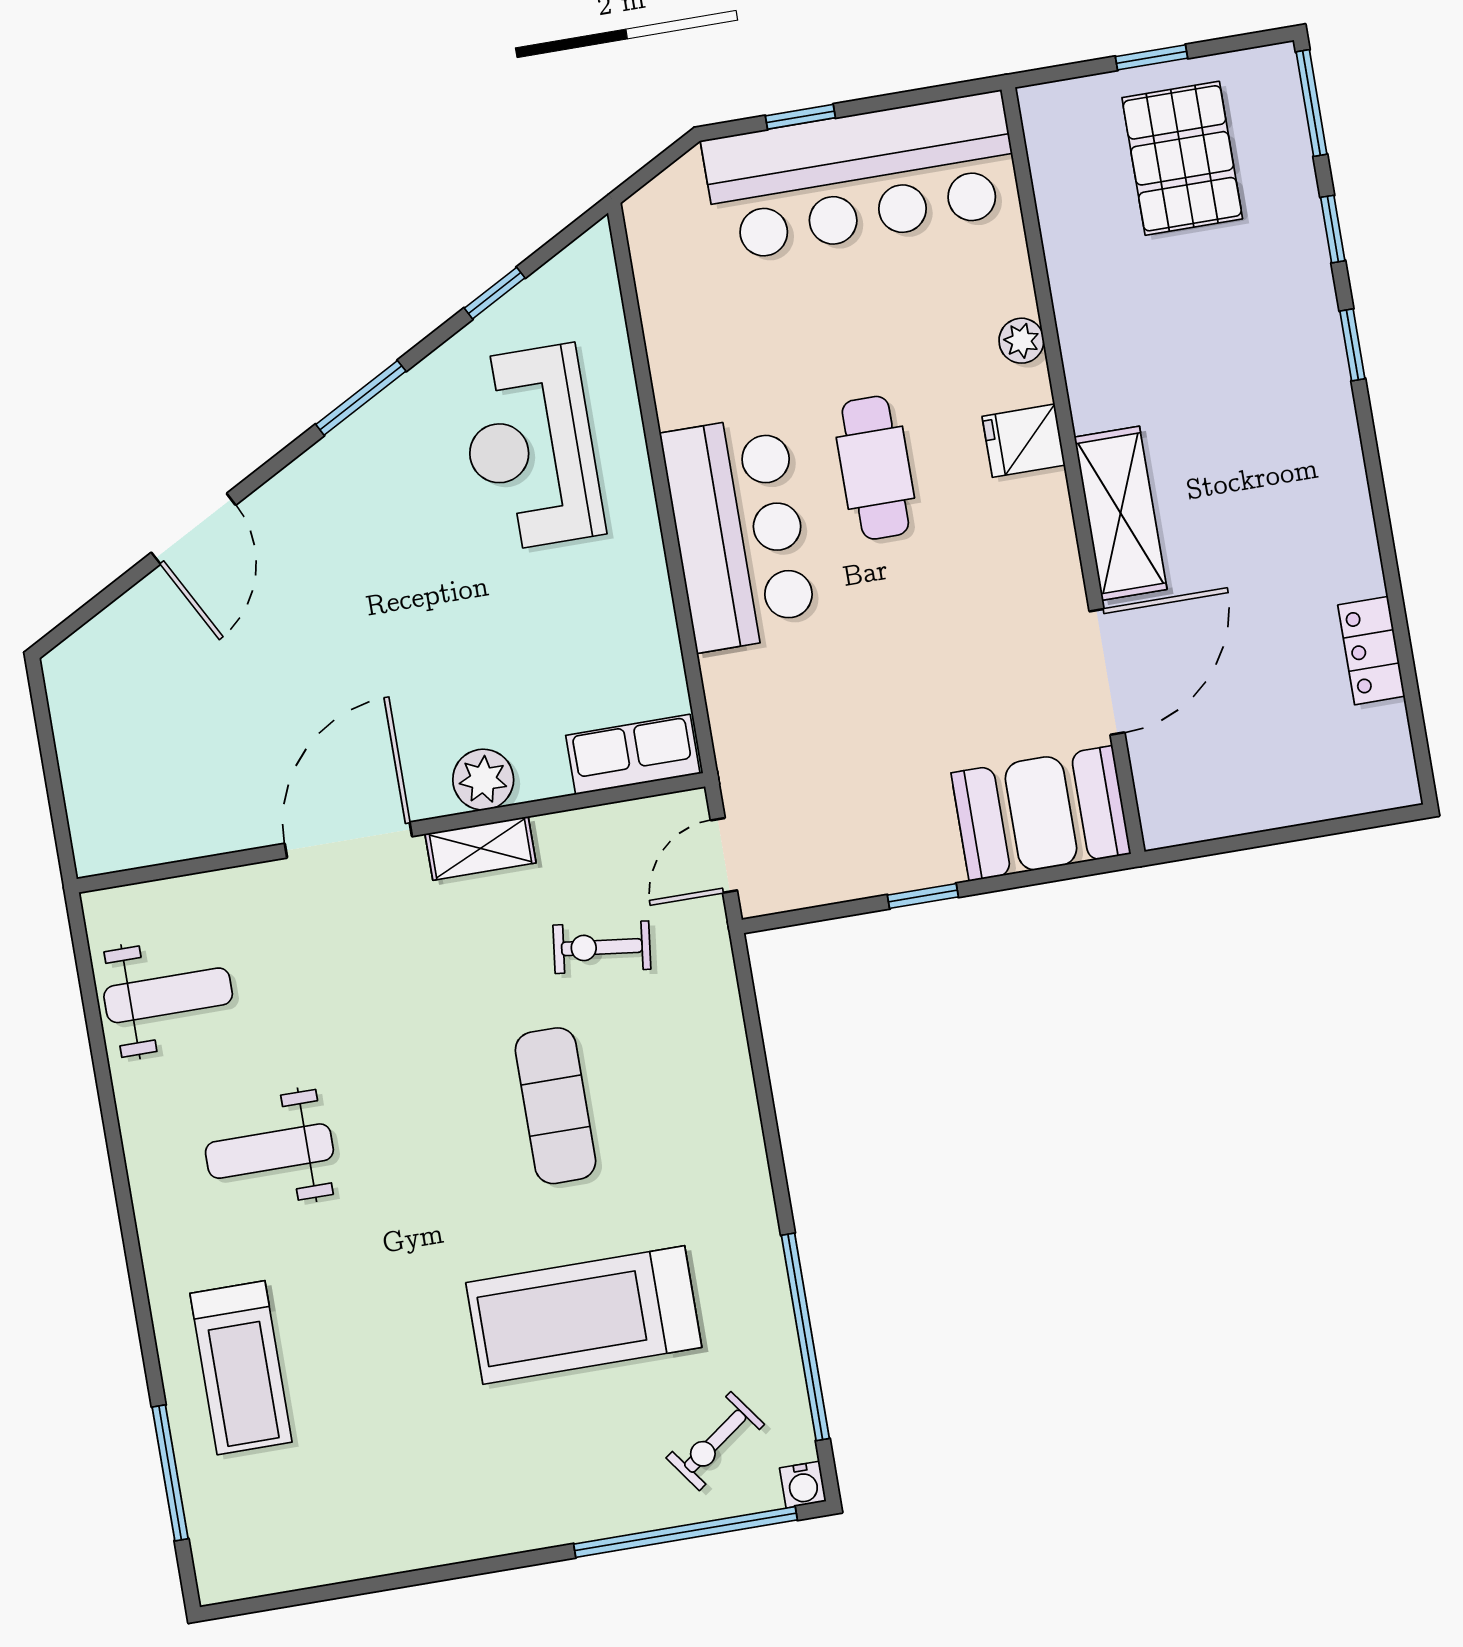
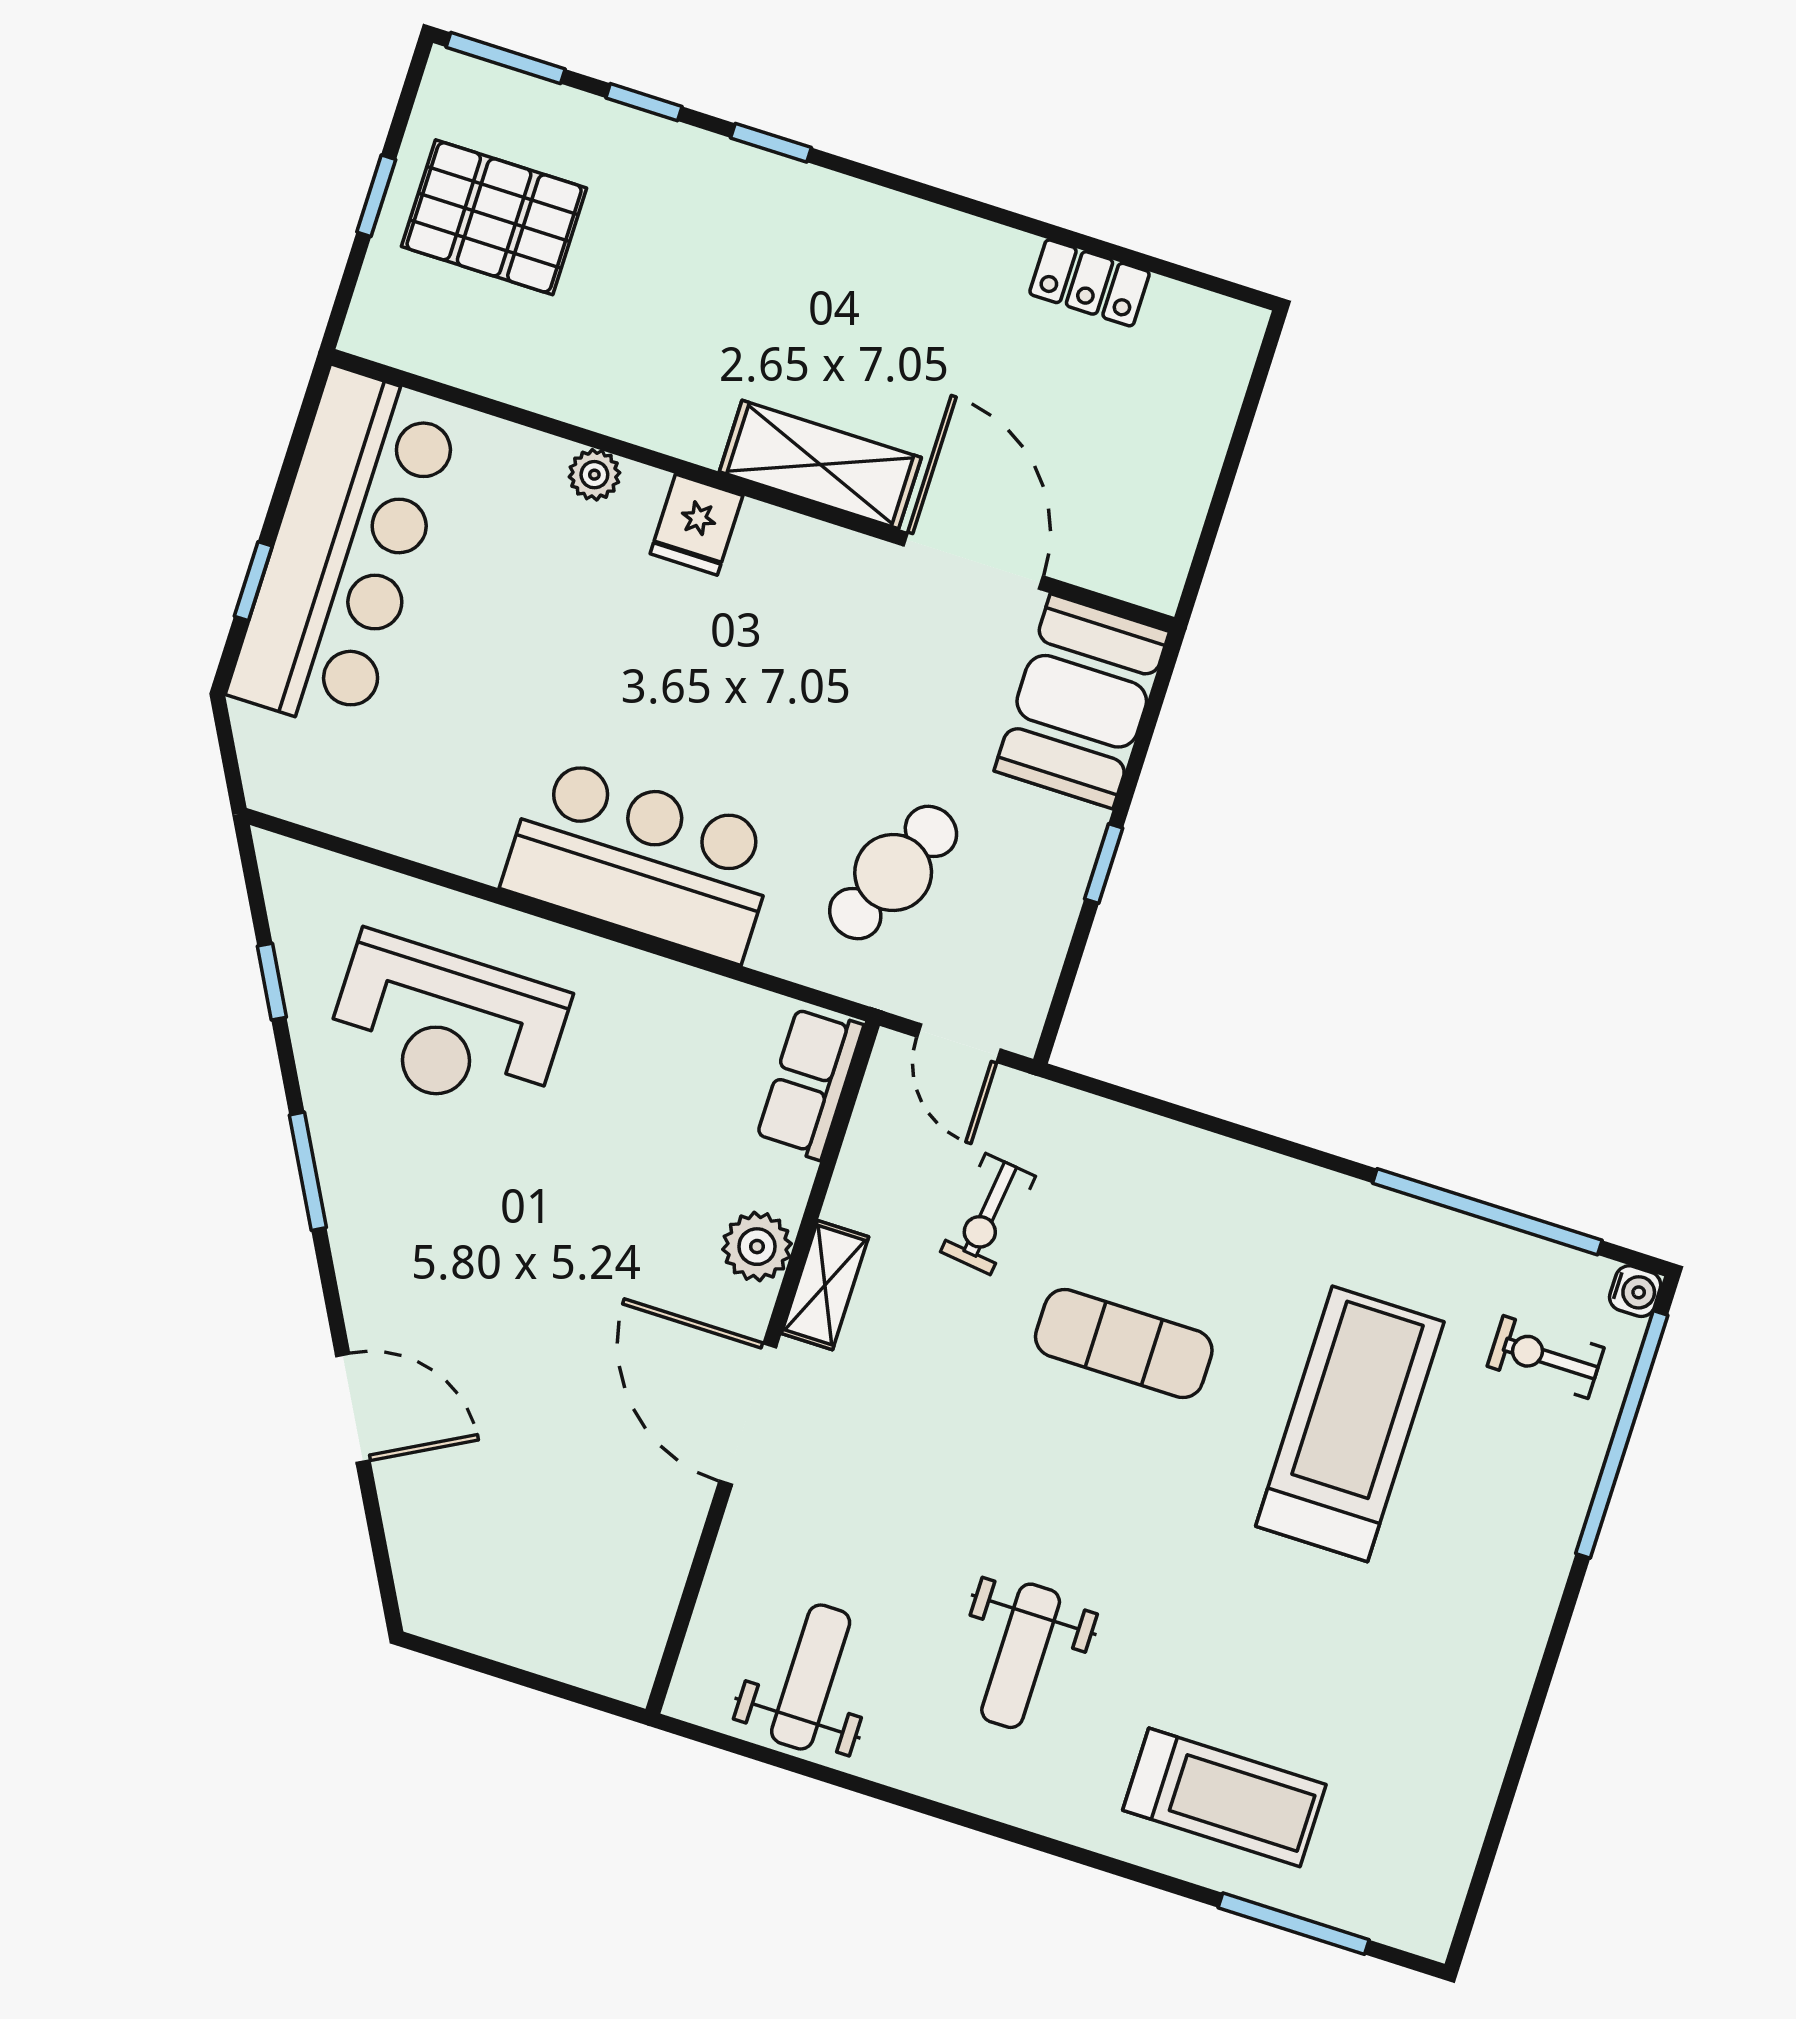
cafe table: (875, 468) -> (893, 872), moved, turned -65
treadmill: (584, 1315) -> (1350, 1424), turned 180
exercise bike: (715, 1441) -> (1546, 1357), turned 126

